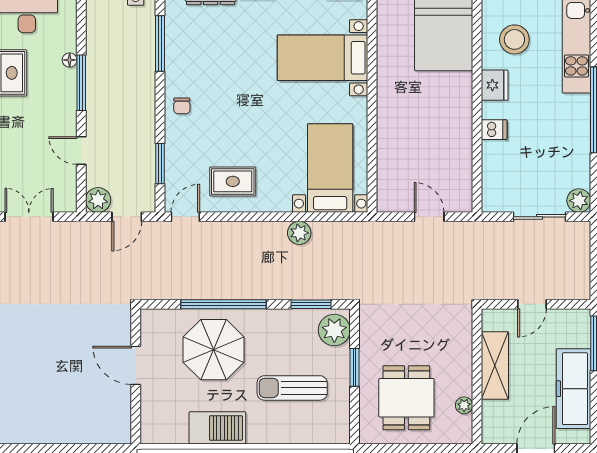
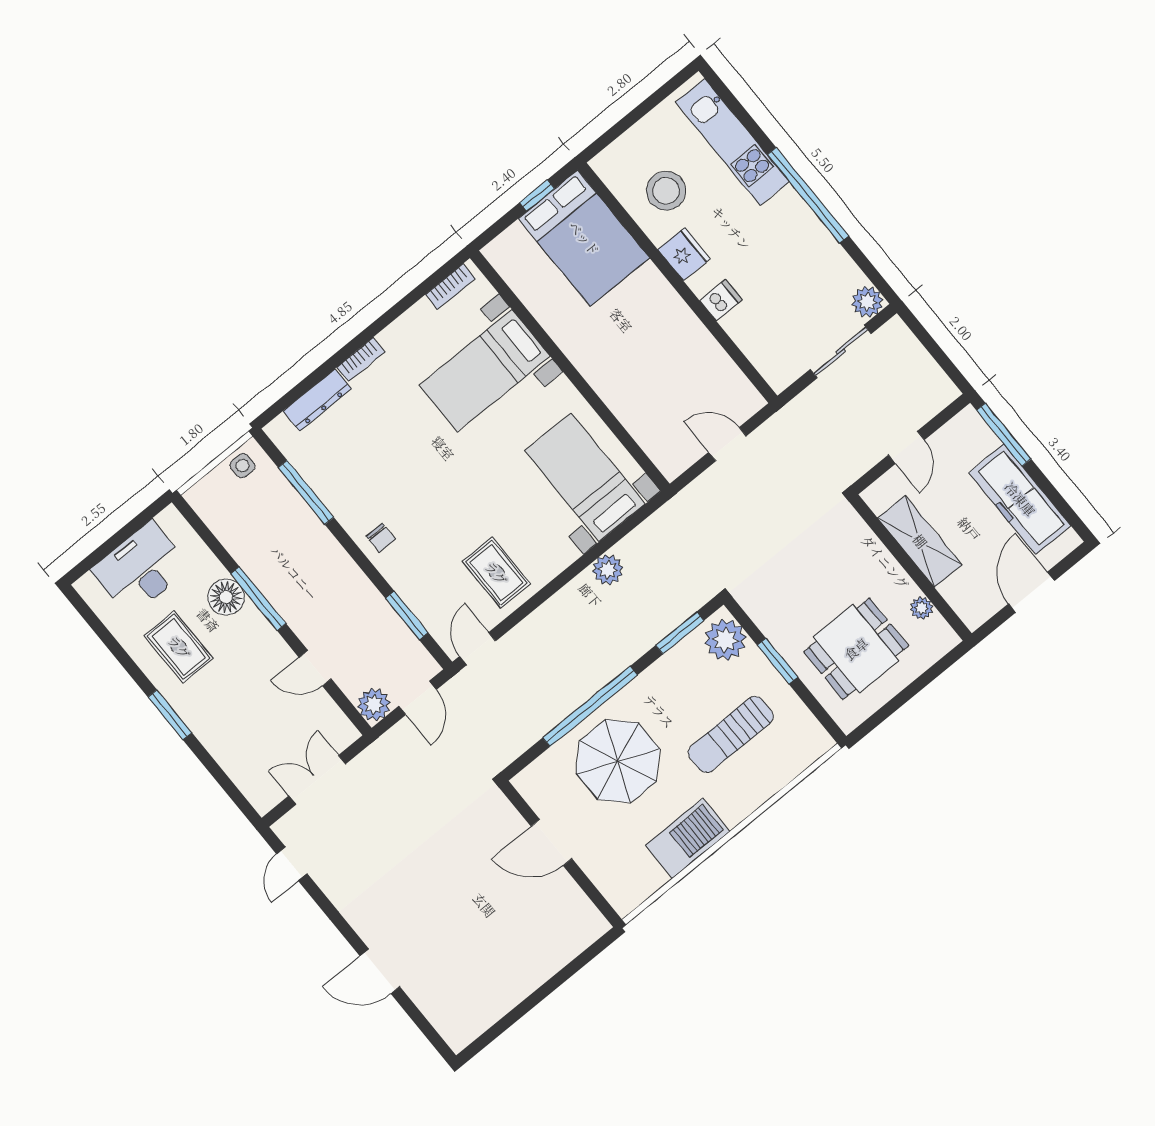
floor lamp: (70, 60) -> (226, 597), width x1.89, depth x1.89
rug: (233, 181) -> (496, 573), turned 90
dining table: (406, 398) -> (856, 649), turned 90

